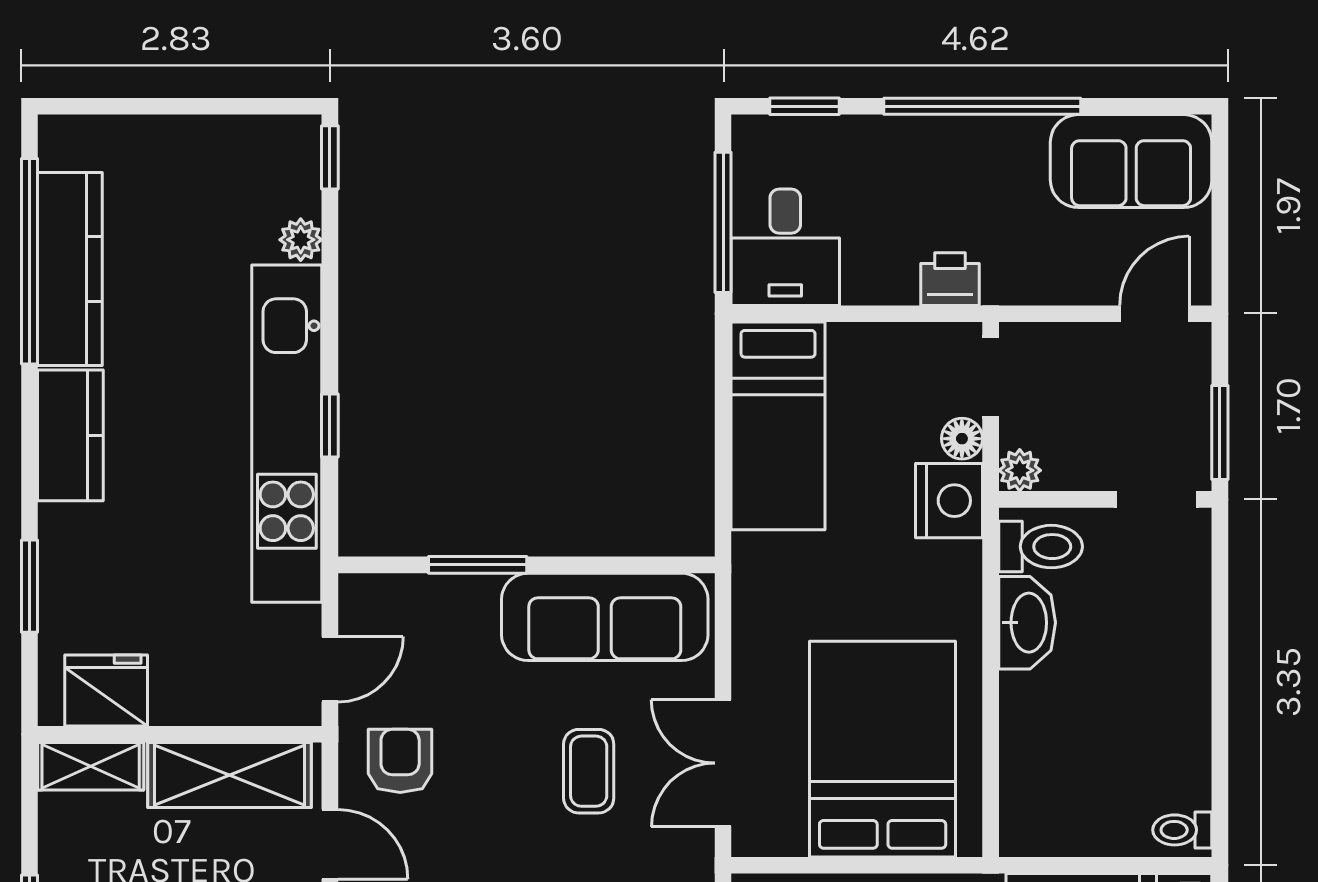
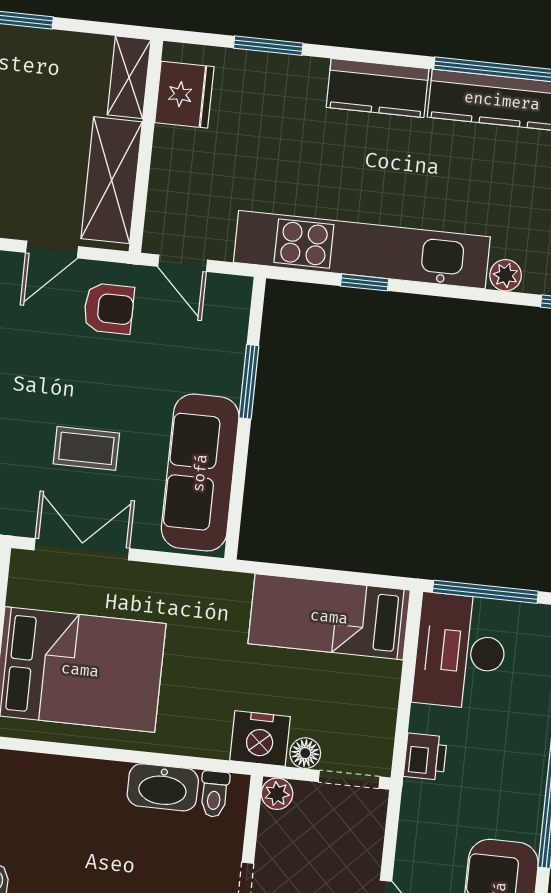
desk: (785, 247) -> (460, 651), width x1.37
toilet: (1041, 547) -> (214, 794), width x0.73, depth x0.72

